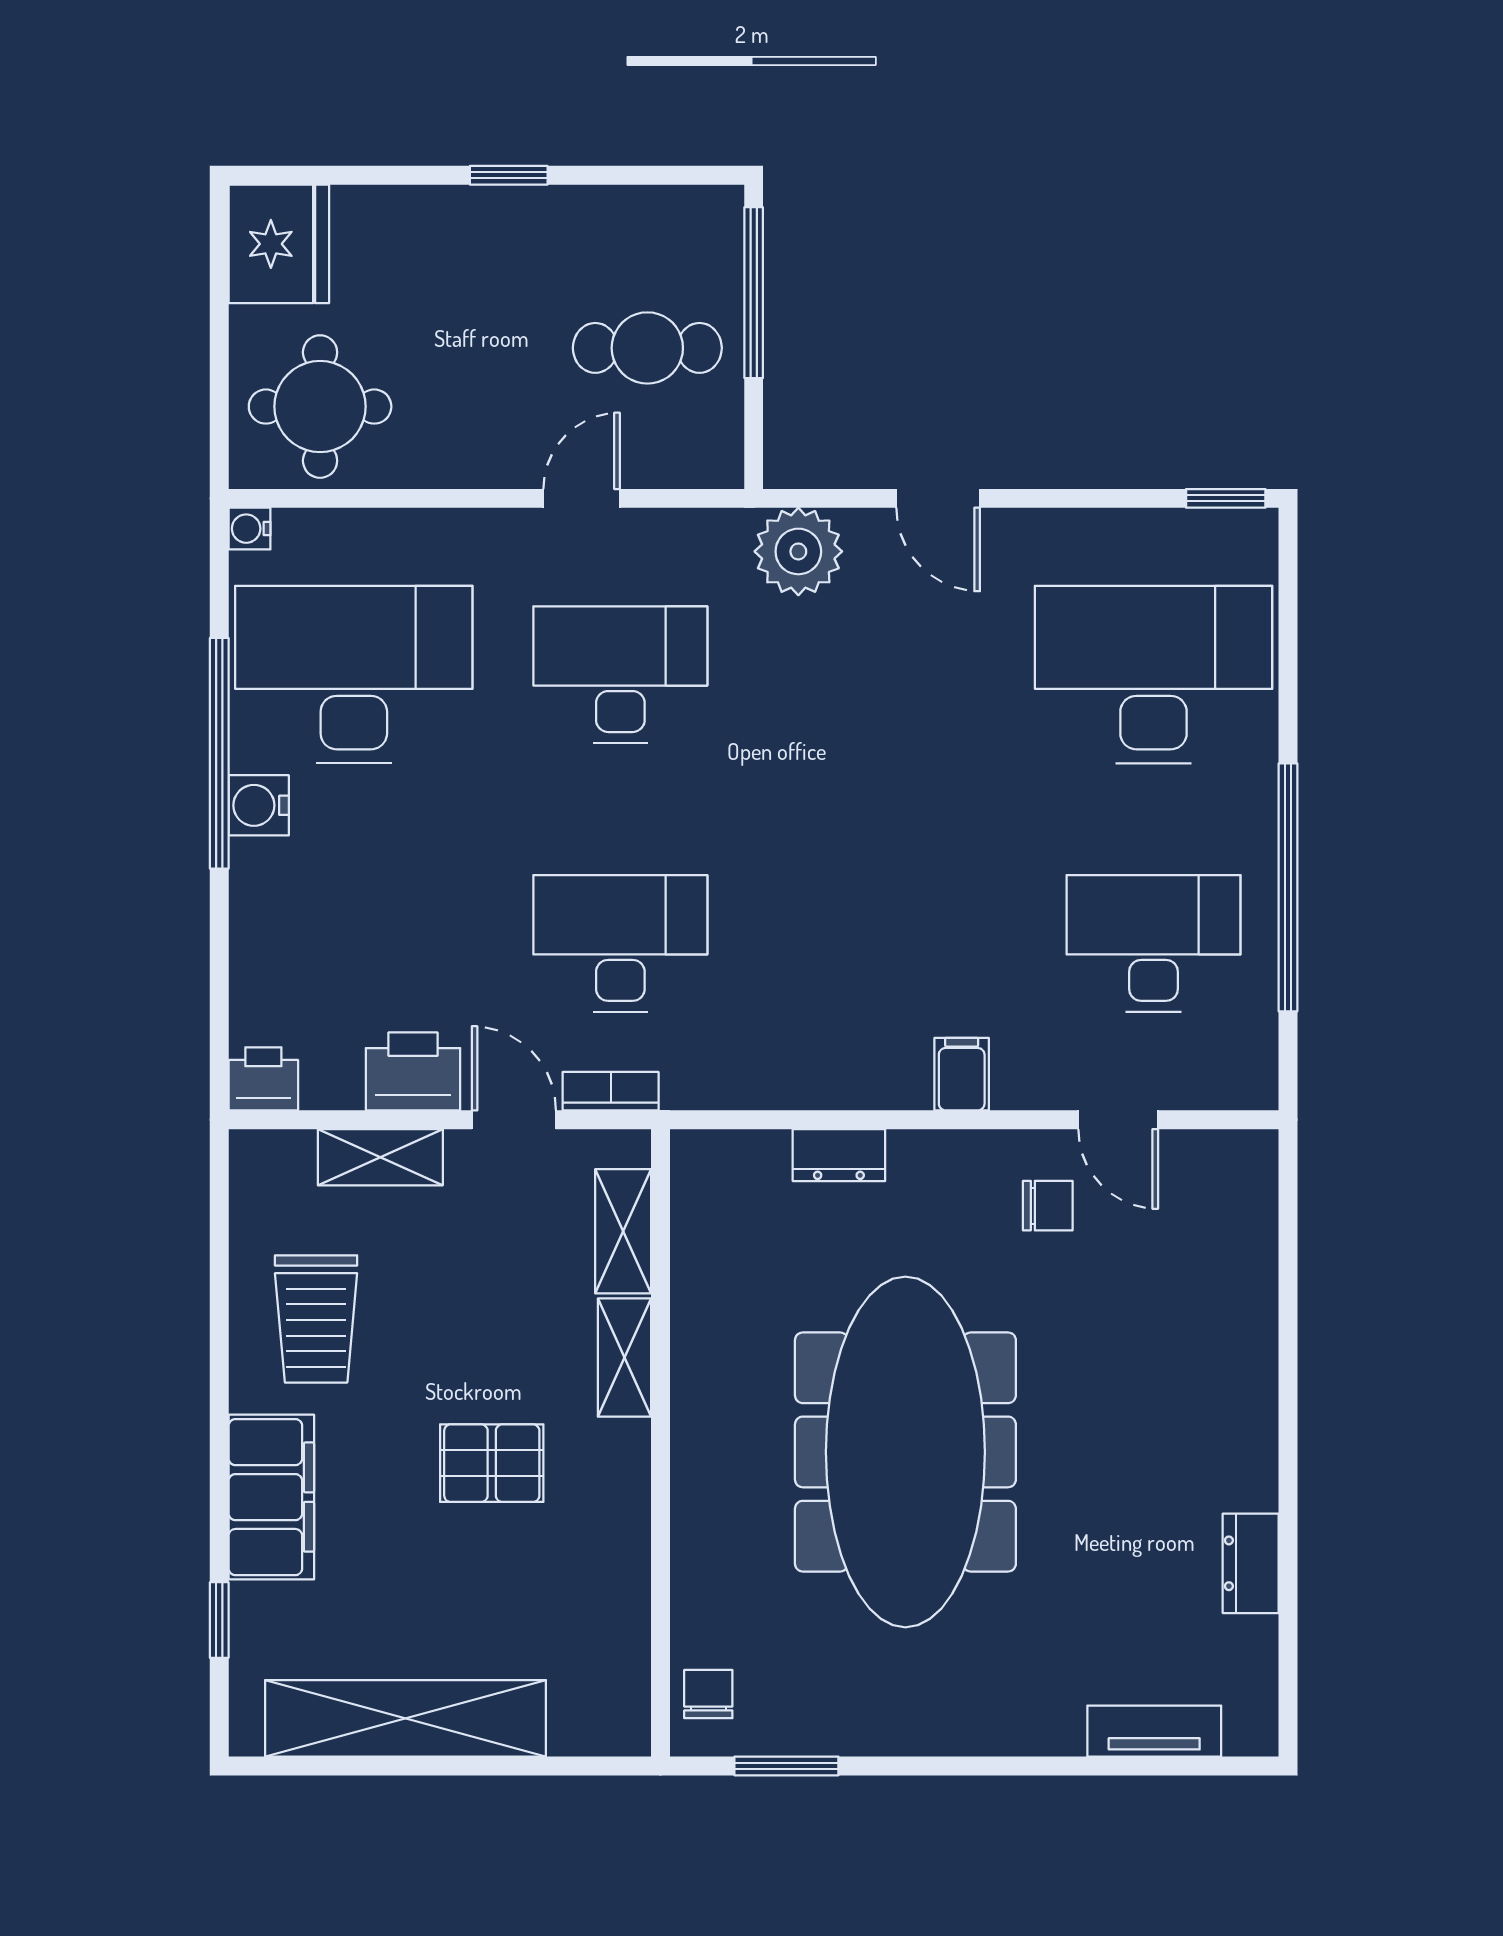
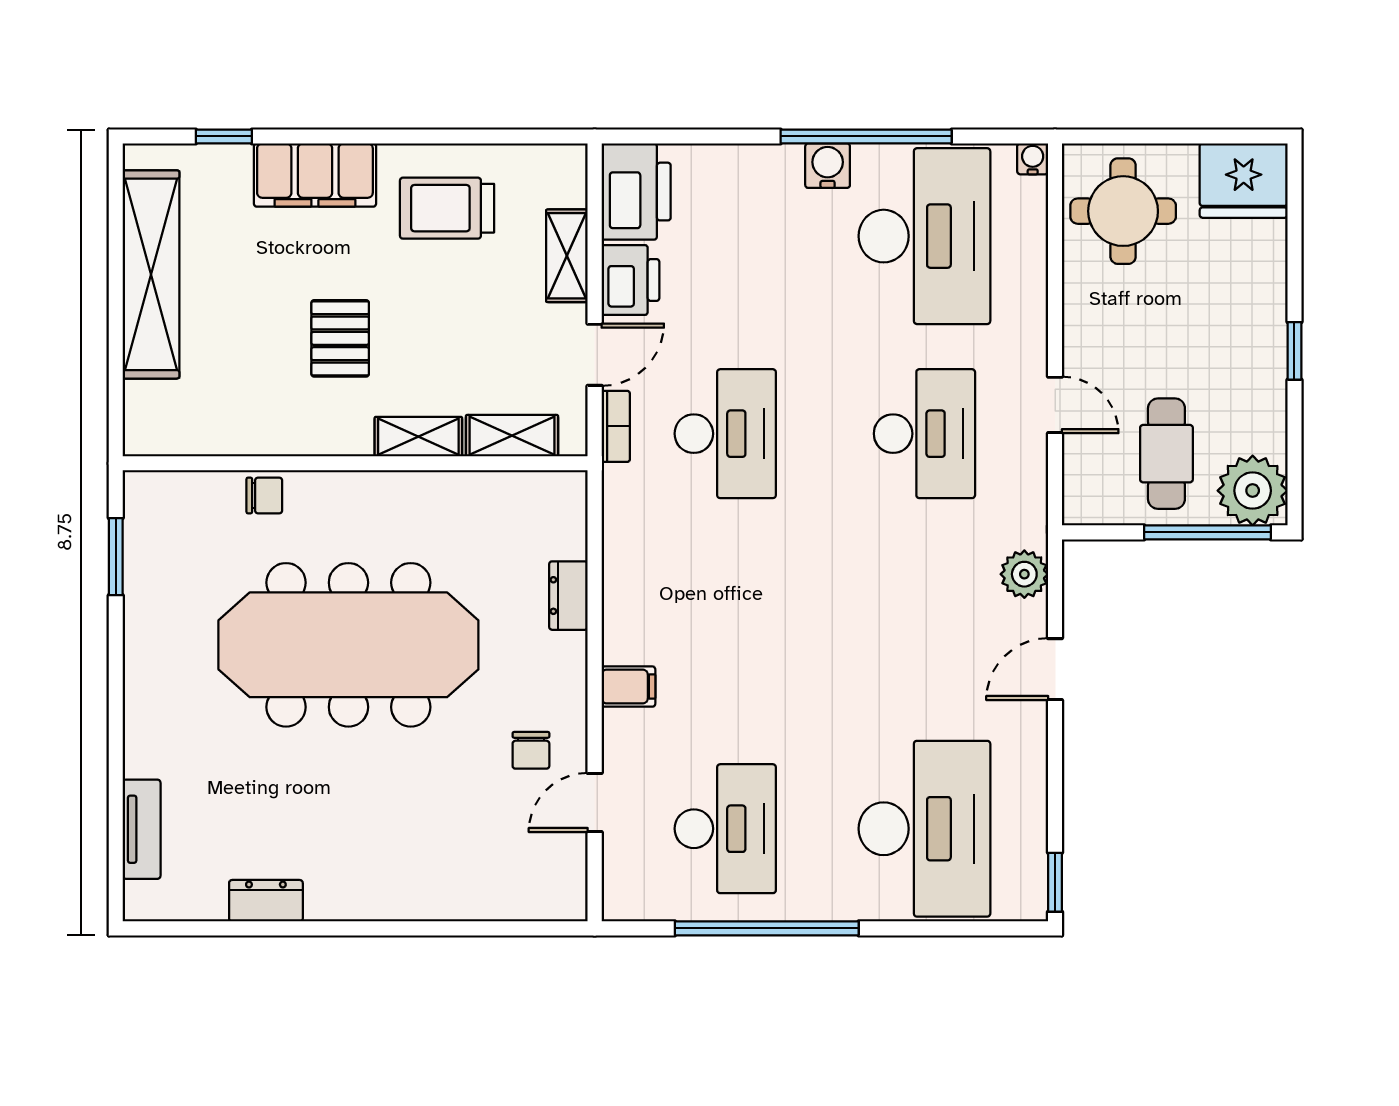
plant: (697, 232) -> (1253, 491), added
plant: (798, 551) -> (1024, 574), width x0.73, depth x0.73
printer: (263, 1079) -> (636, 192), width x1.87, depth x1.48
chair: (708, 1694) -> (264, 496), moved

